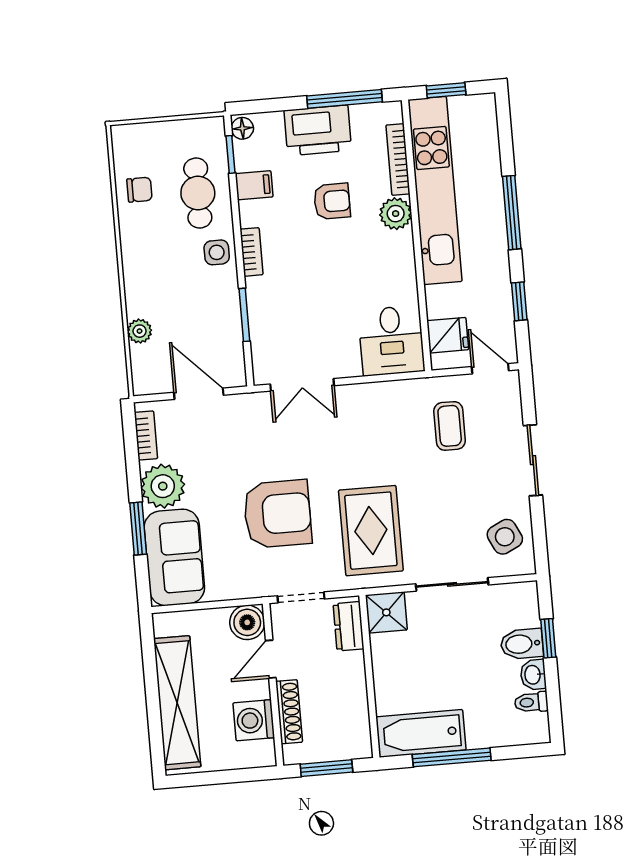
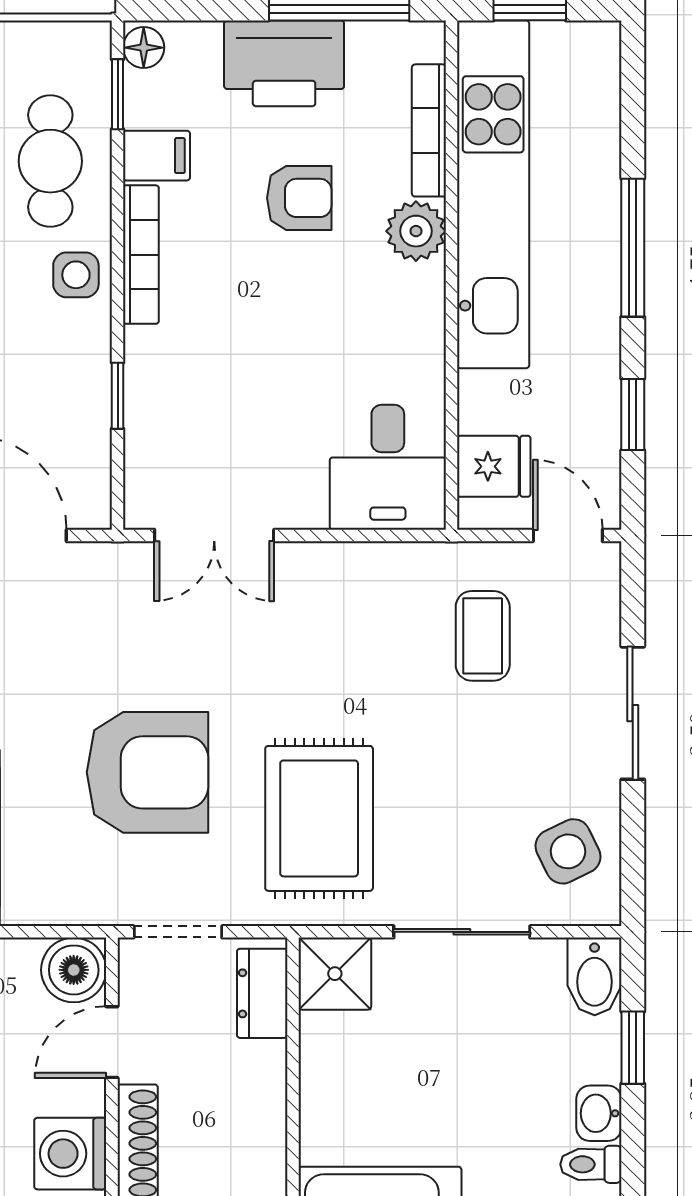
bookcase: (251, 252) -> (141, 255), width x1.56
window: (244, 315) -> (118, 396), width x0.67
bidet: (522, 644) -> (595, 976), moved, turned -90

